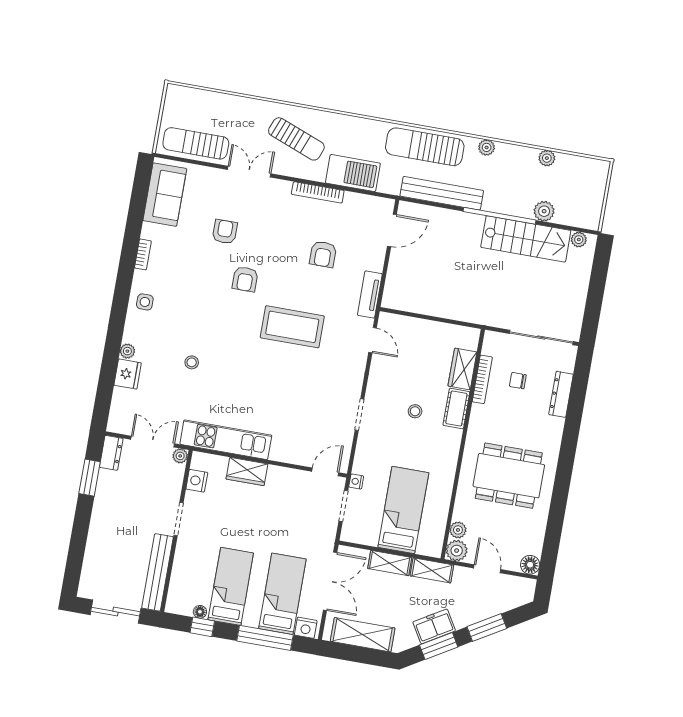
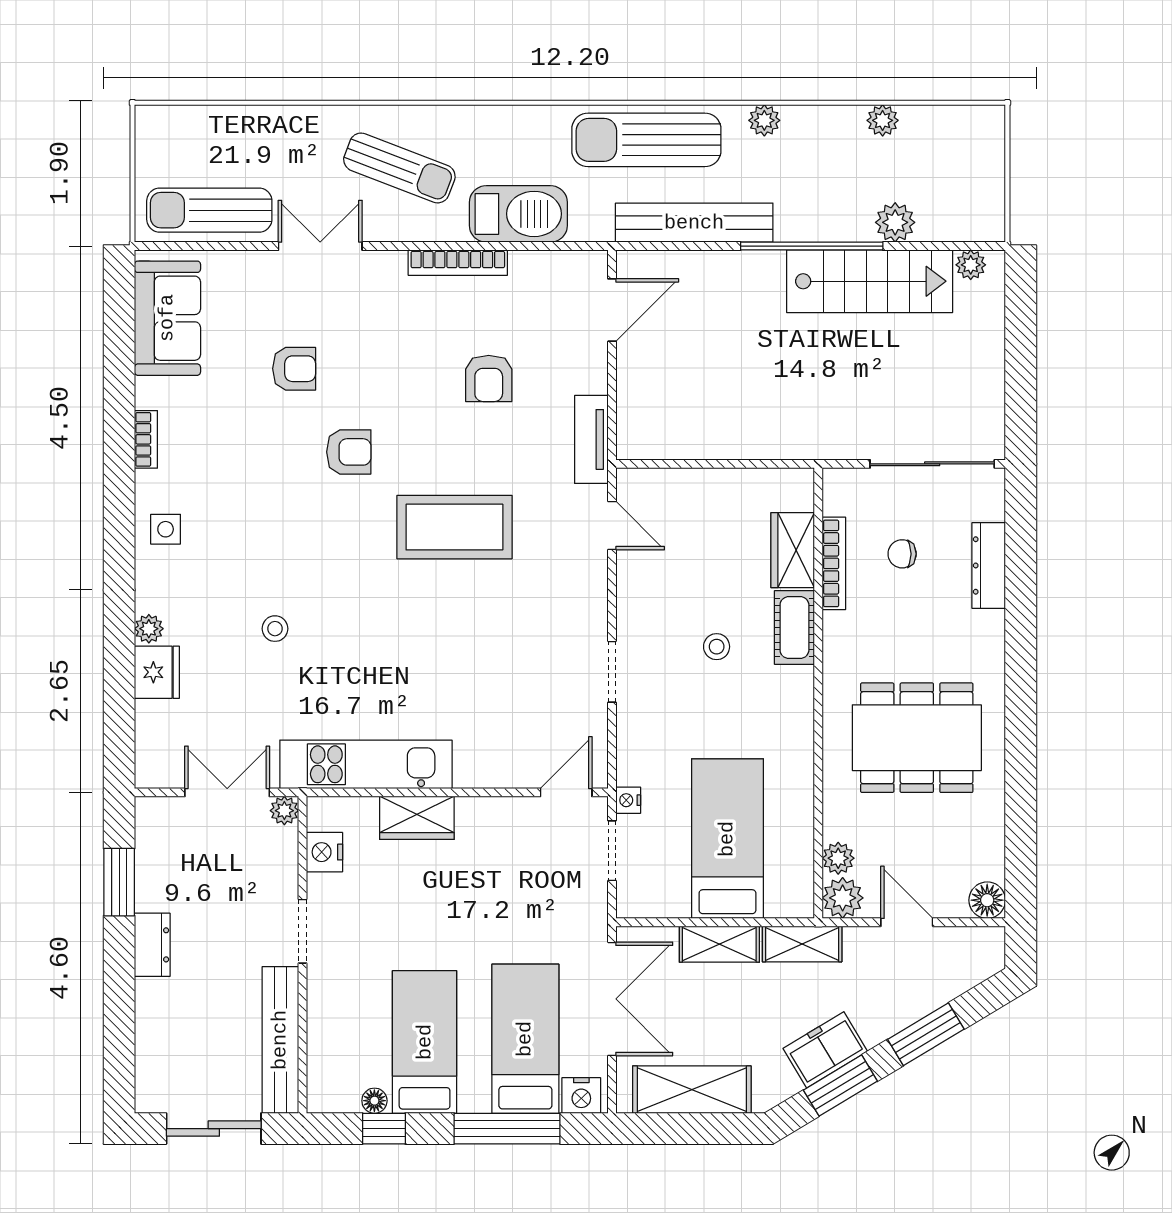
armchair: (225, 232) -> (294, 369), turned 90
armchair: (245, 279) -> (349, 452), turned -90
dresser: (111, 453) -> (152, 945), moved

